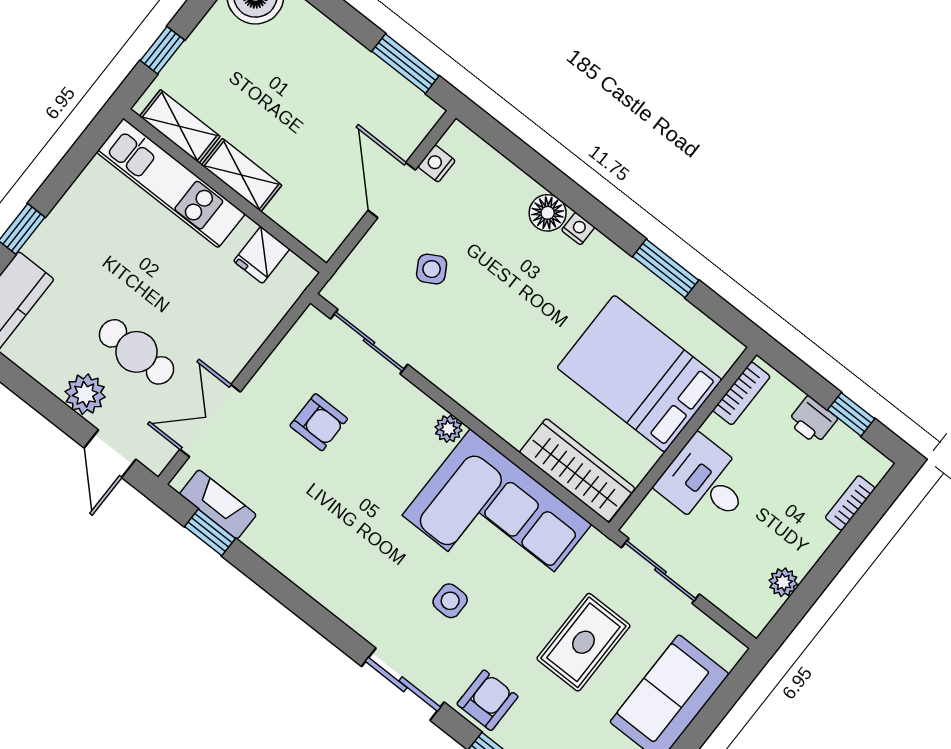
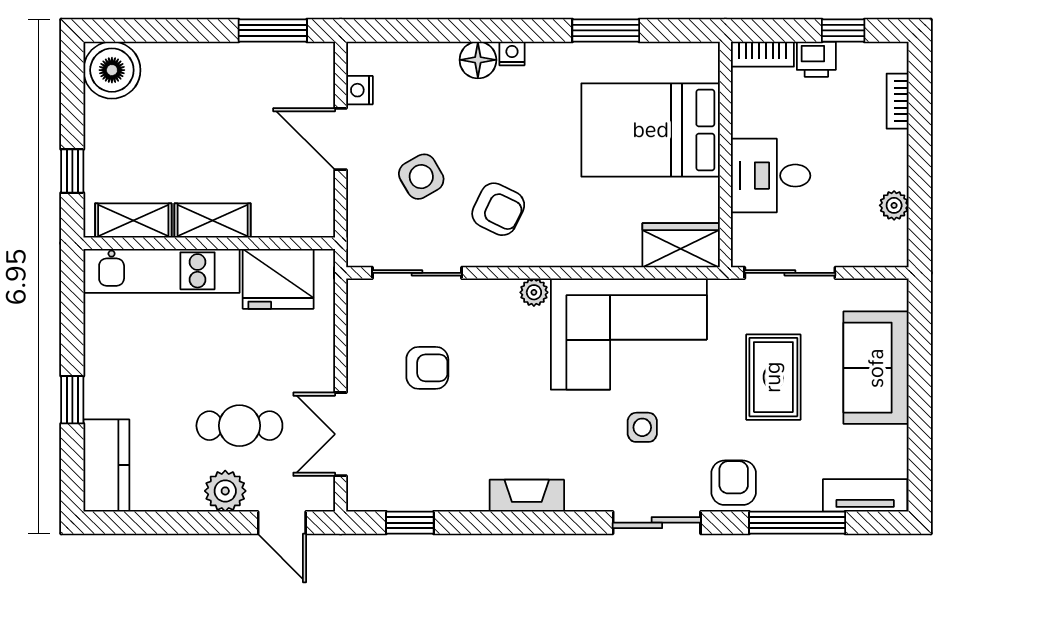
fridge: (262, 255) -> (278, 279), width x1.88, depth x1.34
side table: (432, 269) -> (421, 177), width x1.37, depth x1.37
armchair: (472, 342) -> (498, 209), added
bookcase: (742, 393) -> (762, 54), moved, turned 90
wardrobe: (577, 470) -> (681, 245), width x0.67
fireplace: (218, 504) -> (527, 496), moved

